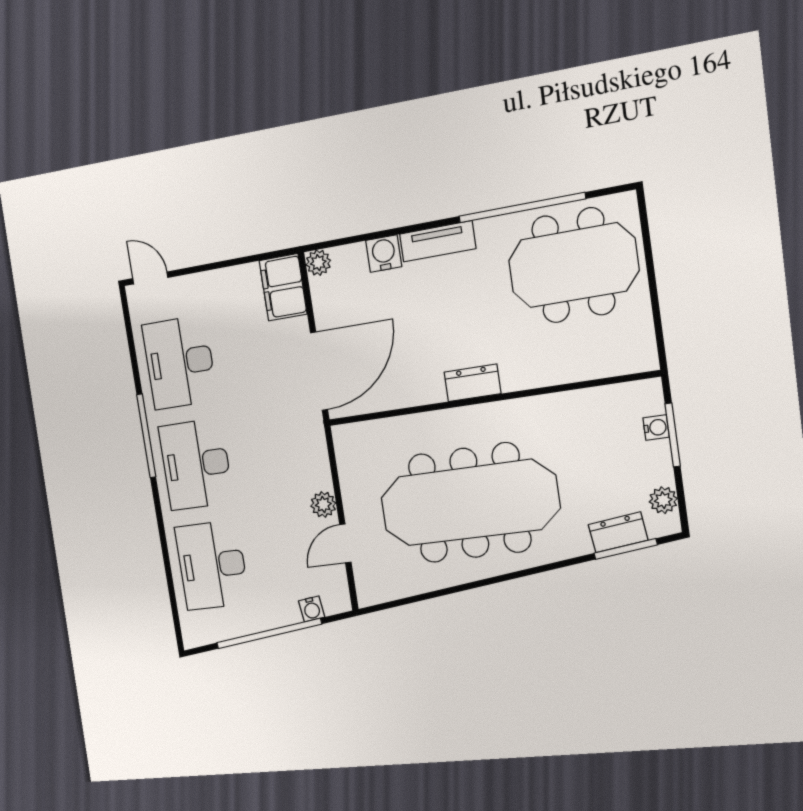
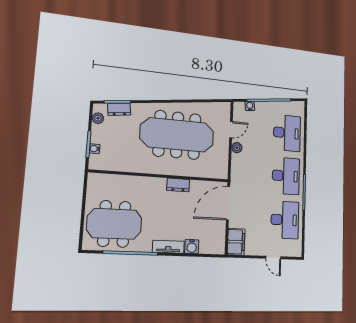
plant: (318, 263) -> (220, 249), removed
door: (150, 278) -> (273, 258), moved
dresser: (473, 383) -> (178, 185), moved

